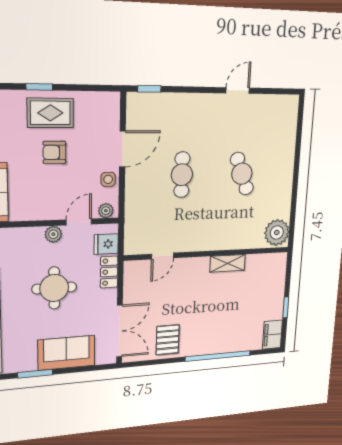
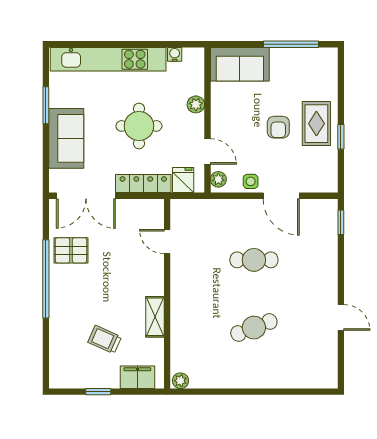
window: (39, 87) -> (341, 137), moved
armchair: (54, 152) -> (278, 127), turned 180
plant: (277, 232) -> (180, 381), width x0.53, depth x0.53
plant: (53, 234) -> (196, 104), moved
locker: (109, 272) -> (143, 184), width x1.53
trolley: (244, 305) -> (105, 339), added
filing cabinet: (272, 335) -> (137, 377), moved
window: (218, 356) -> (46, 279), moved

